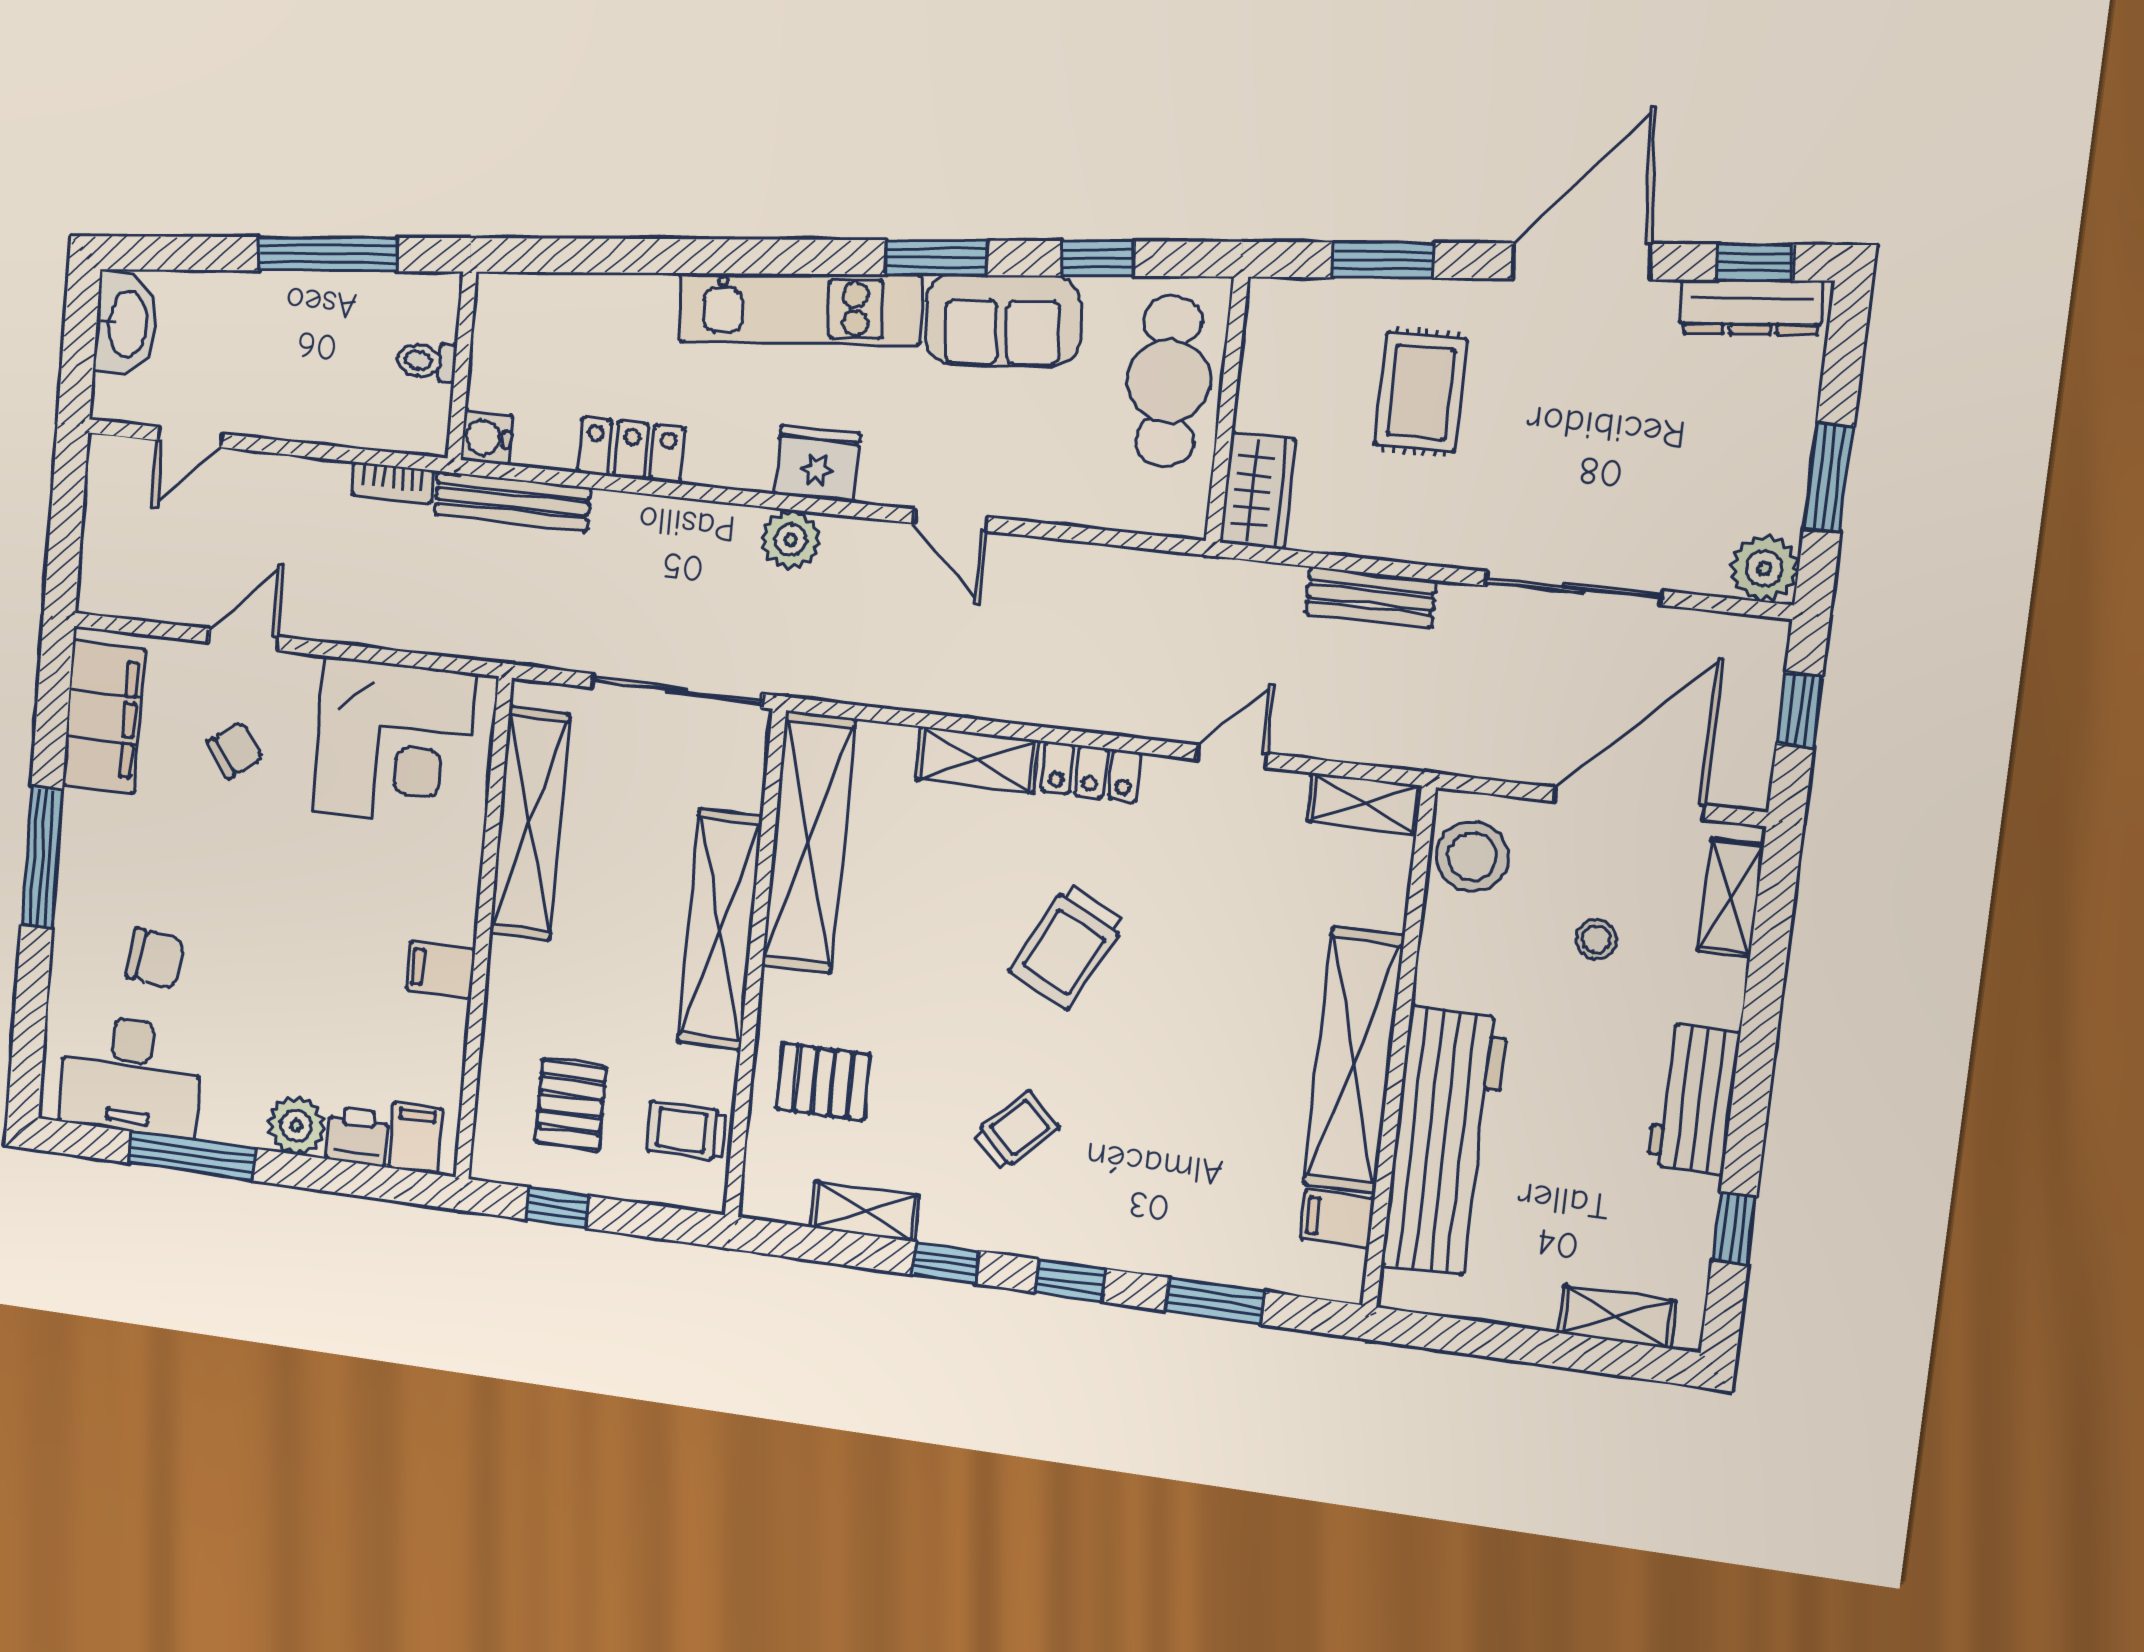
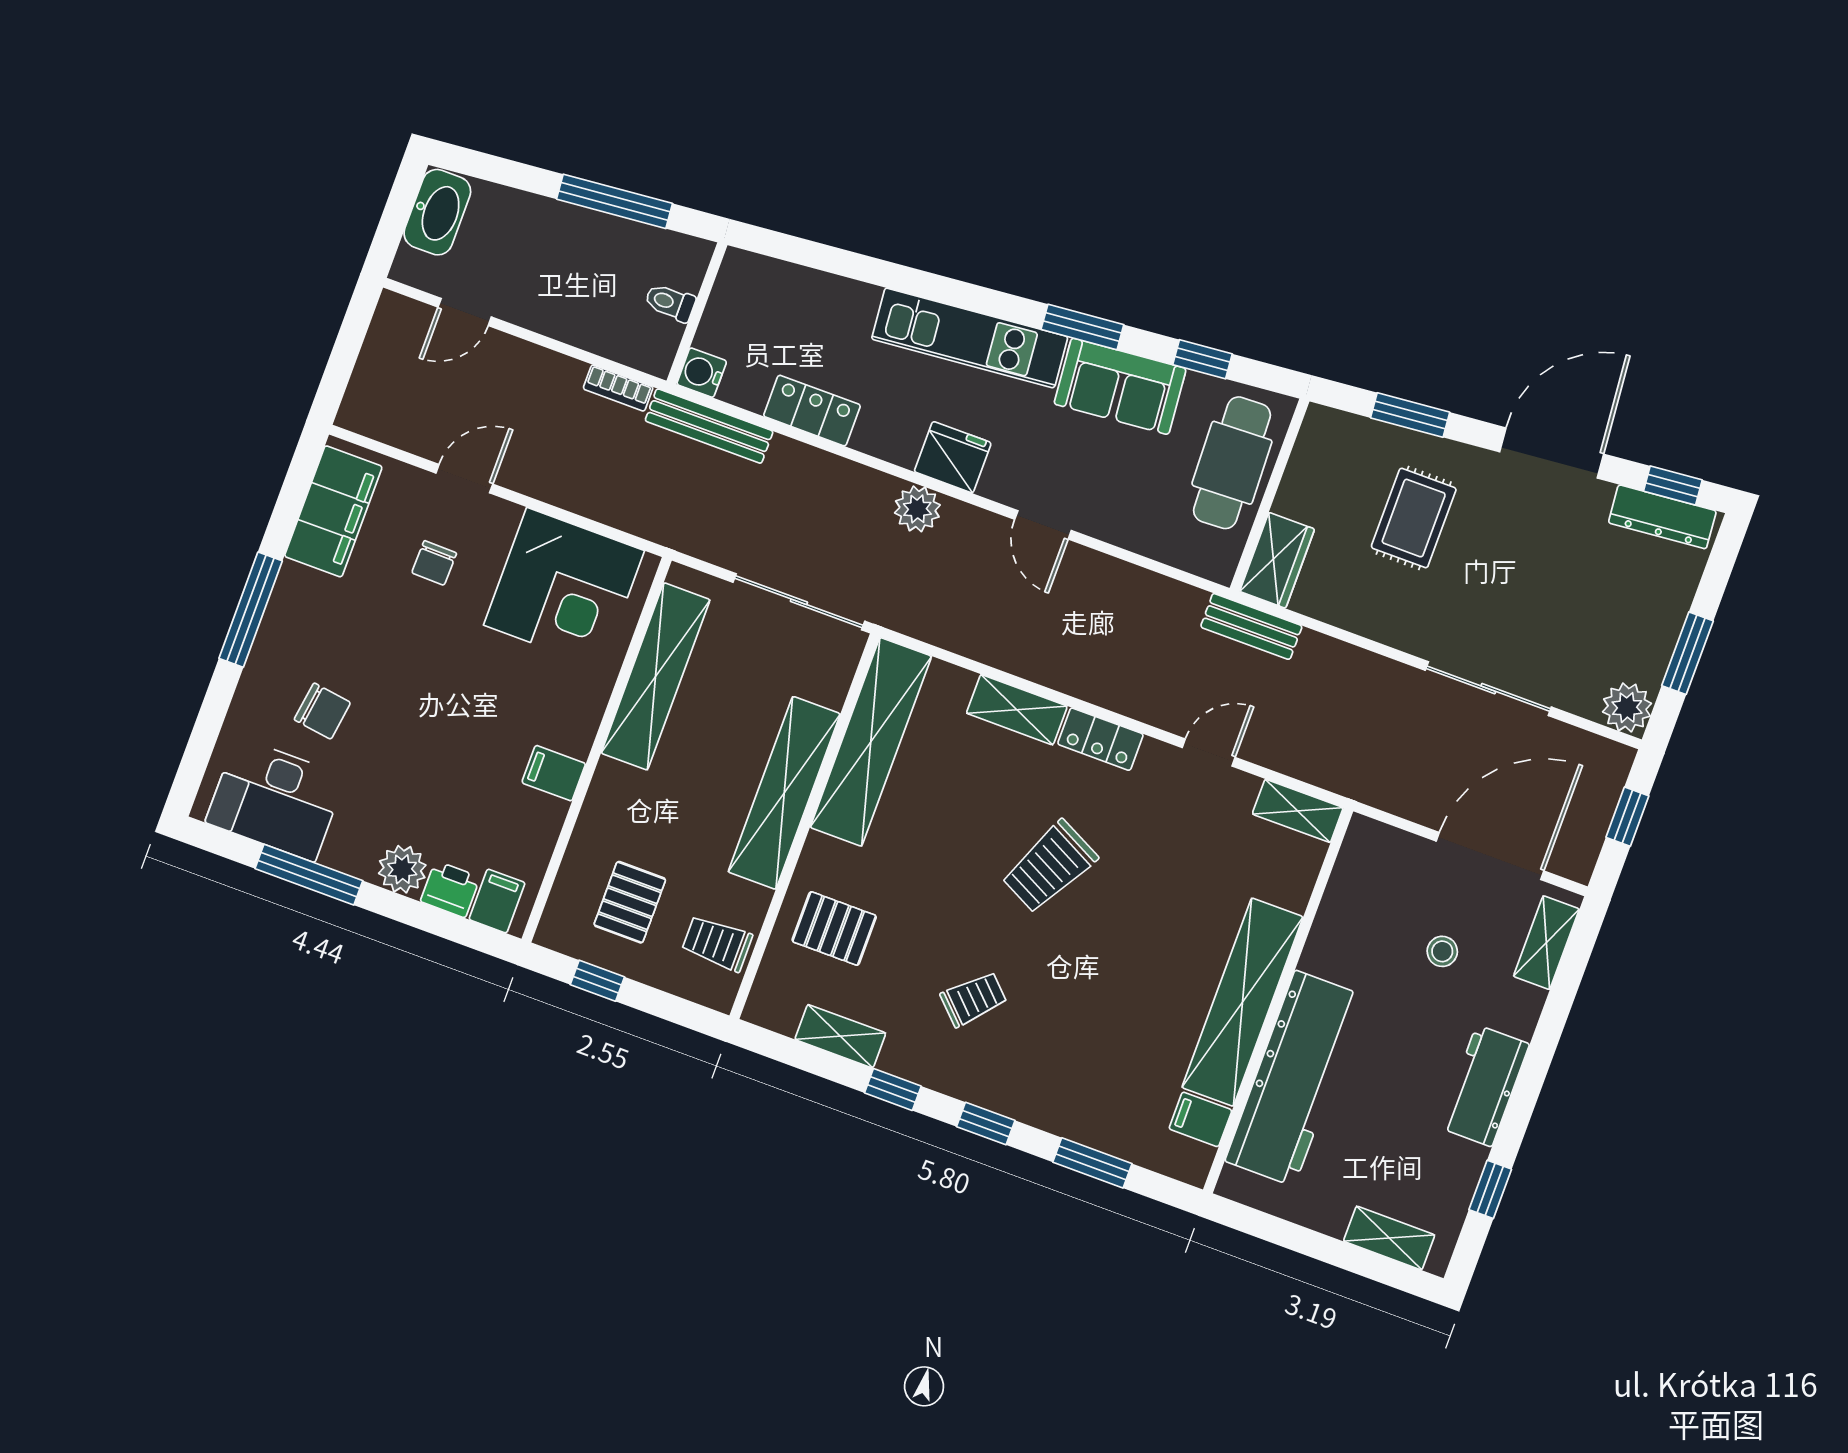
bench: (1371, 597) -> (1251, 626), moved
chair: (235, 750) -> (434, 563), turned 127
stool: (1472, 857) -> (1367, 869), removed

